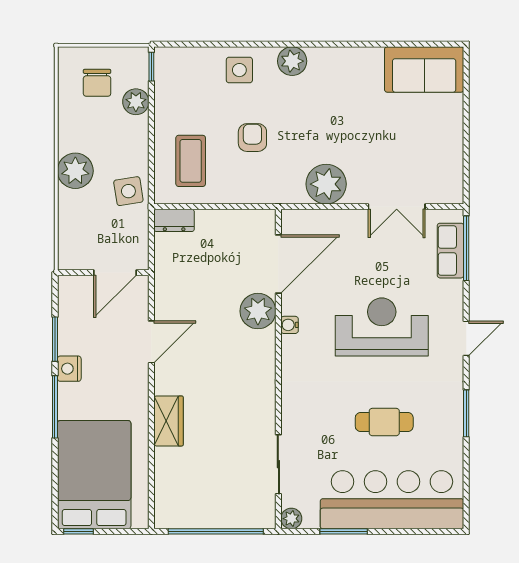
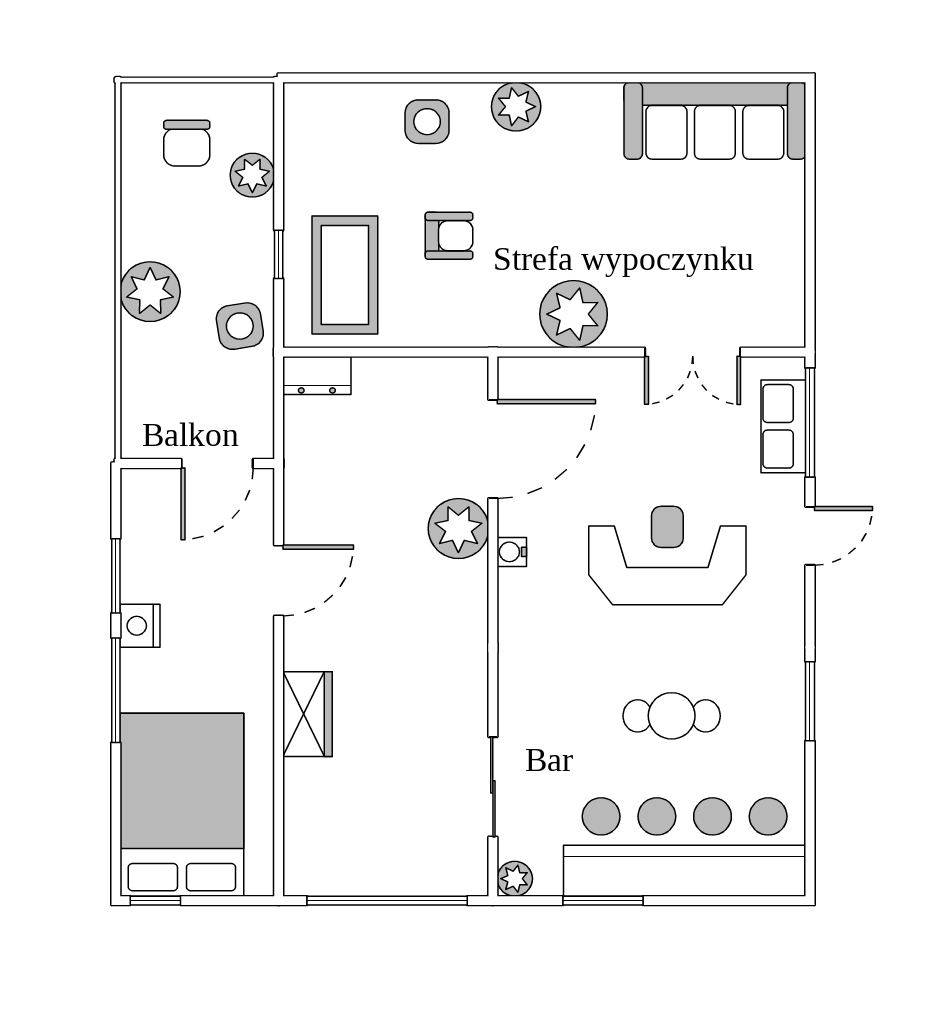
window: (151, 67) -> (279, 254), moved
sofa: (424, 69) -> (715, 121), width x1.36
armchair: (252, 138) -> (449, 236), turned 90
coffee table: (191, 161) -> (345, 275), width x1.36, depth x1.32
door: (466, 338) -> (810, 536), moved

